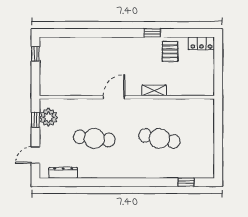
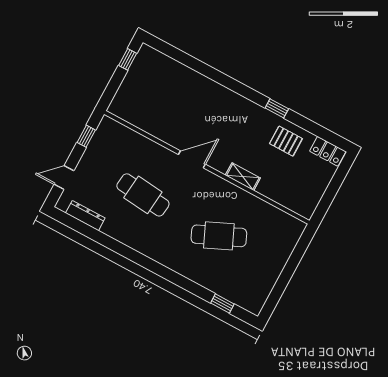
pallet: (170, 51) -> (286, 141), turned 90
plant: (48, 117) -> (103, 142), removed
cafe table: (159, 138) -> (219, 236), turned -36

